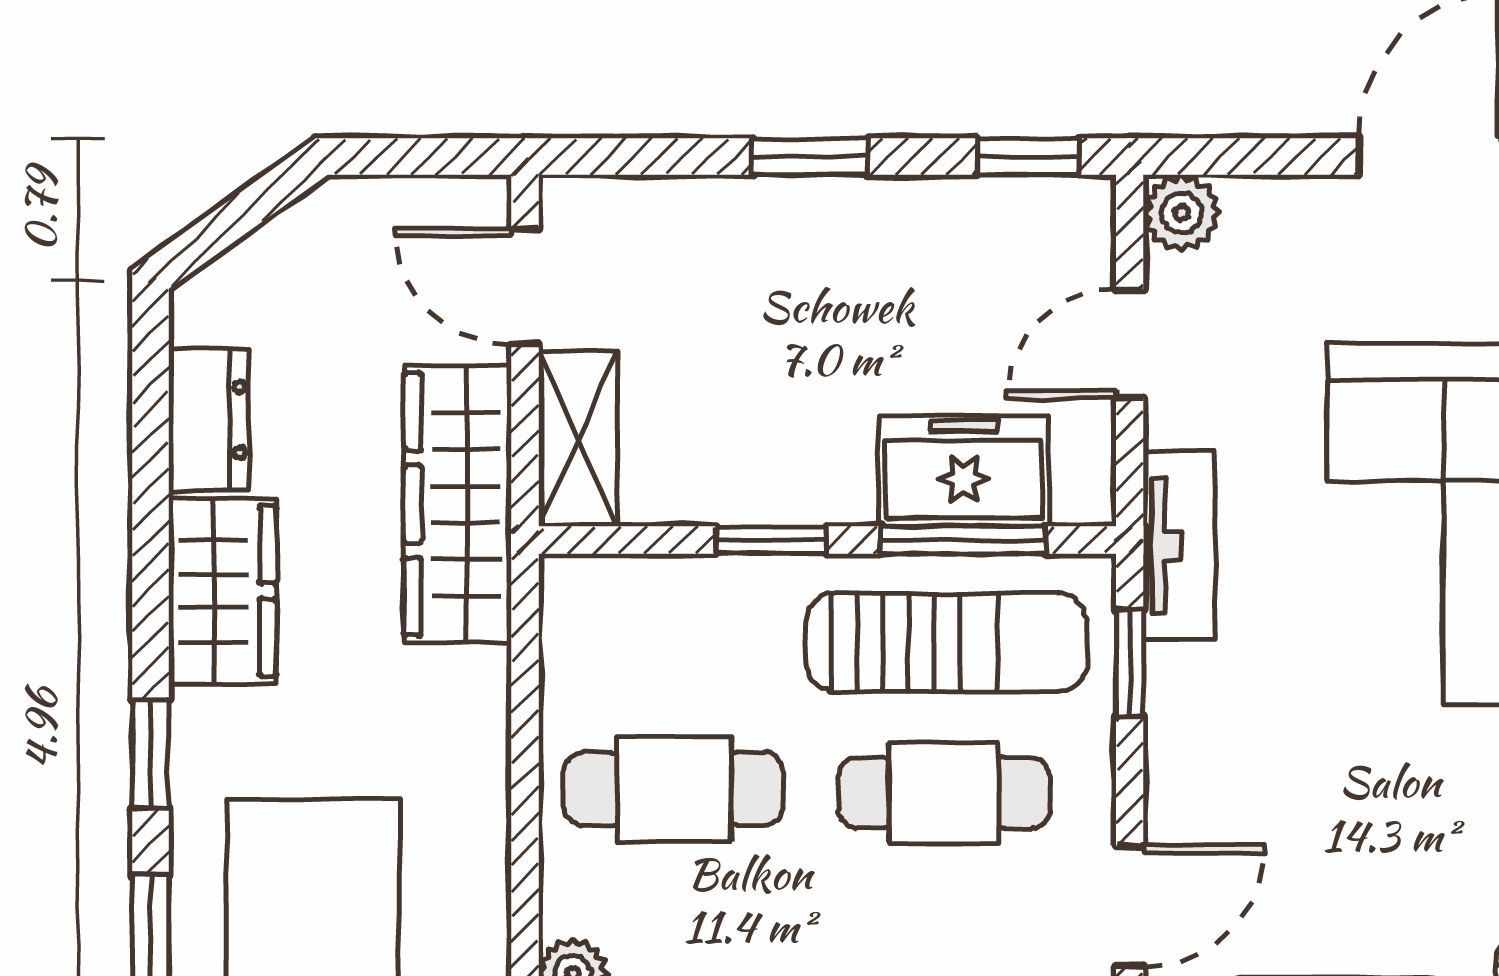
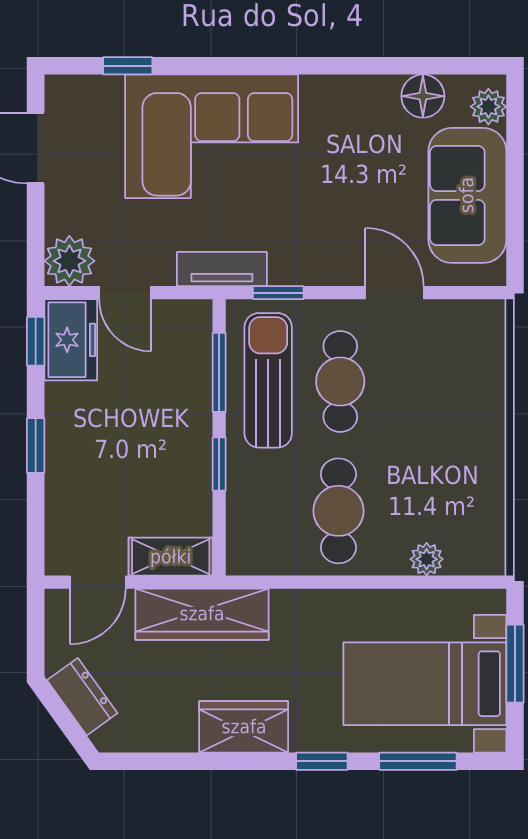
plant: (1181, 213) -> (69, 261), width x1.38, depth x1.38
dresser: (209, 420) -> (82, 697), moved, turned 54
freezer: (964, 471) -> (71, 340), moved, turned 180

